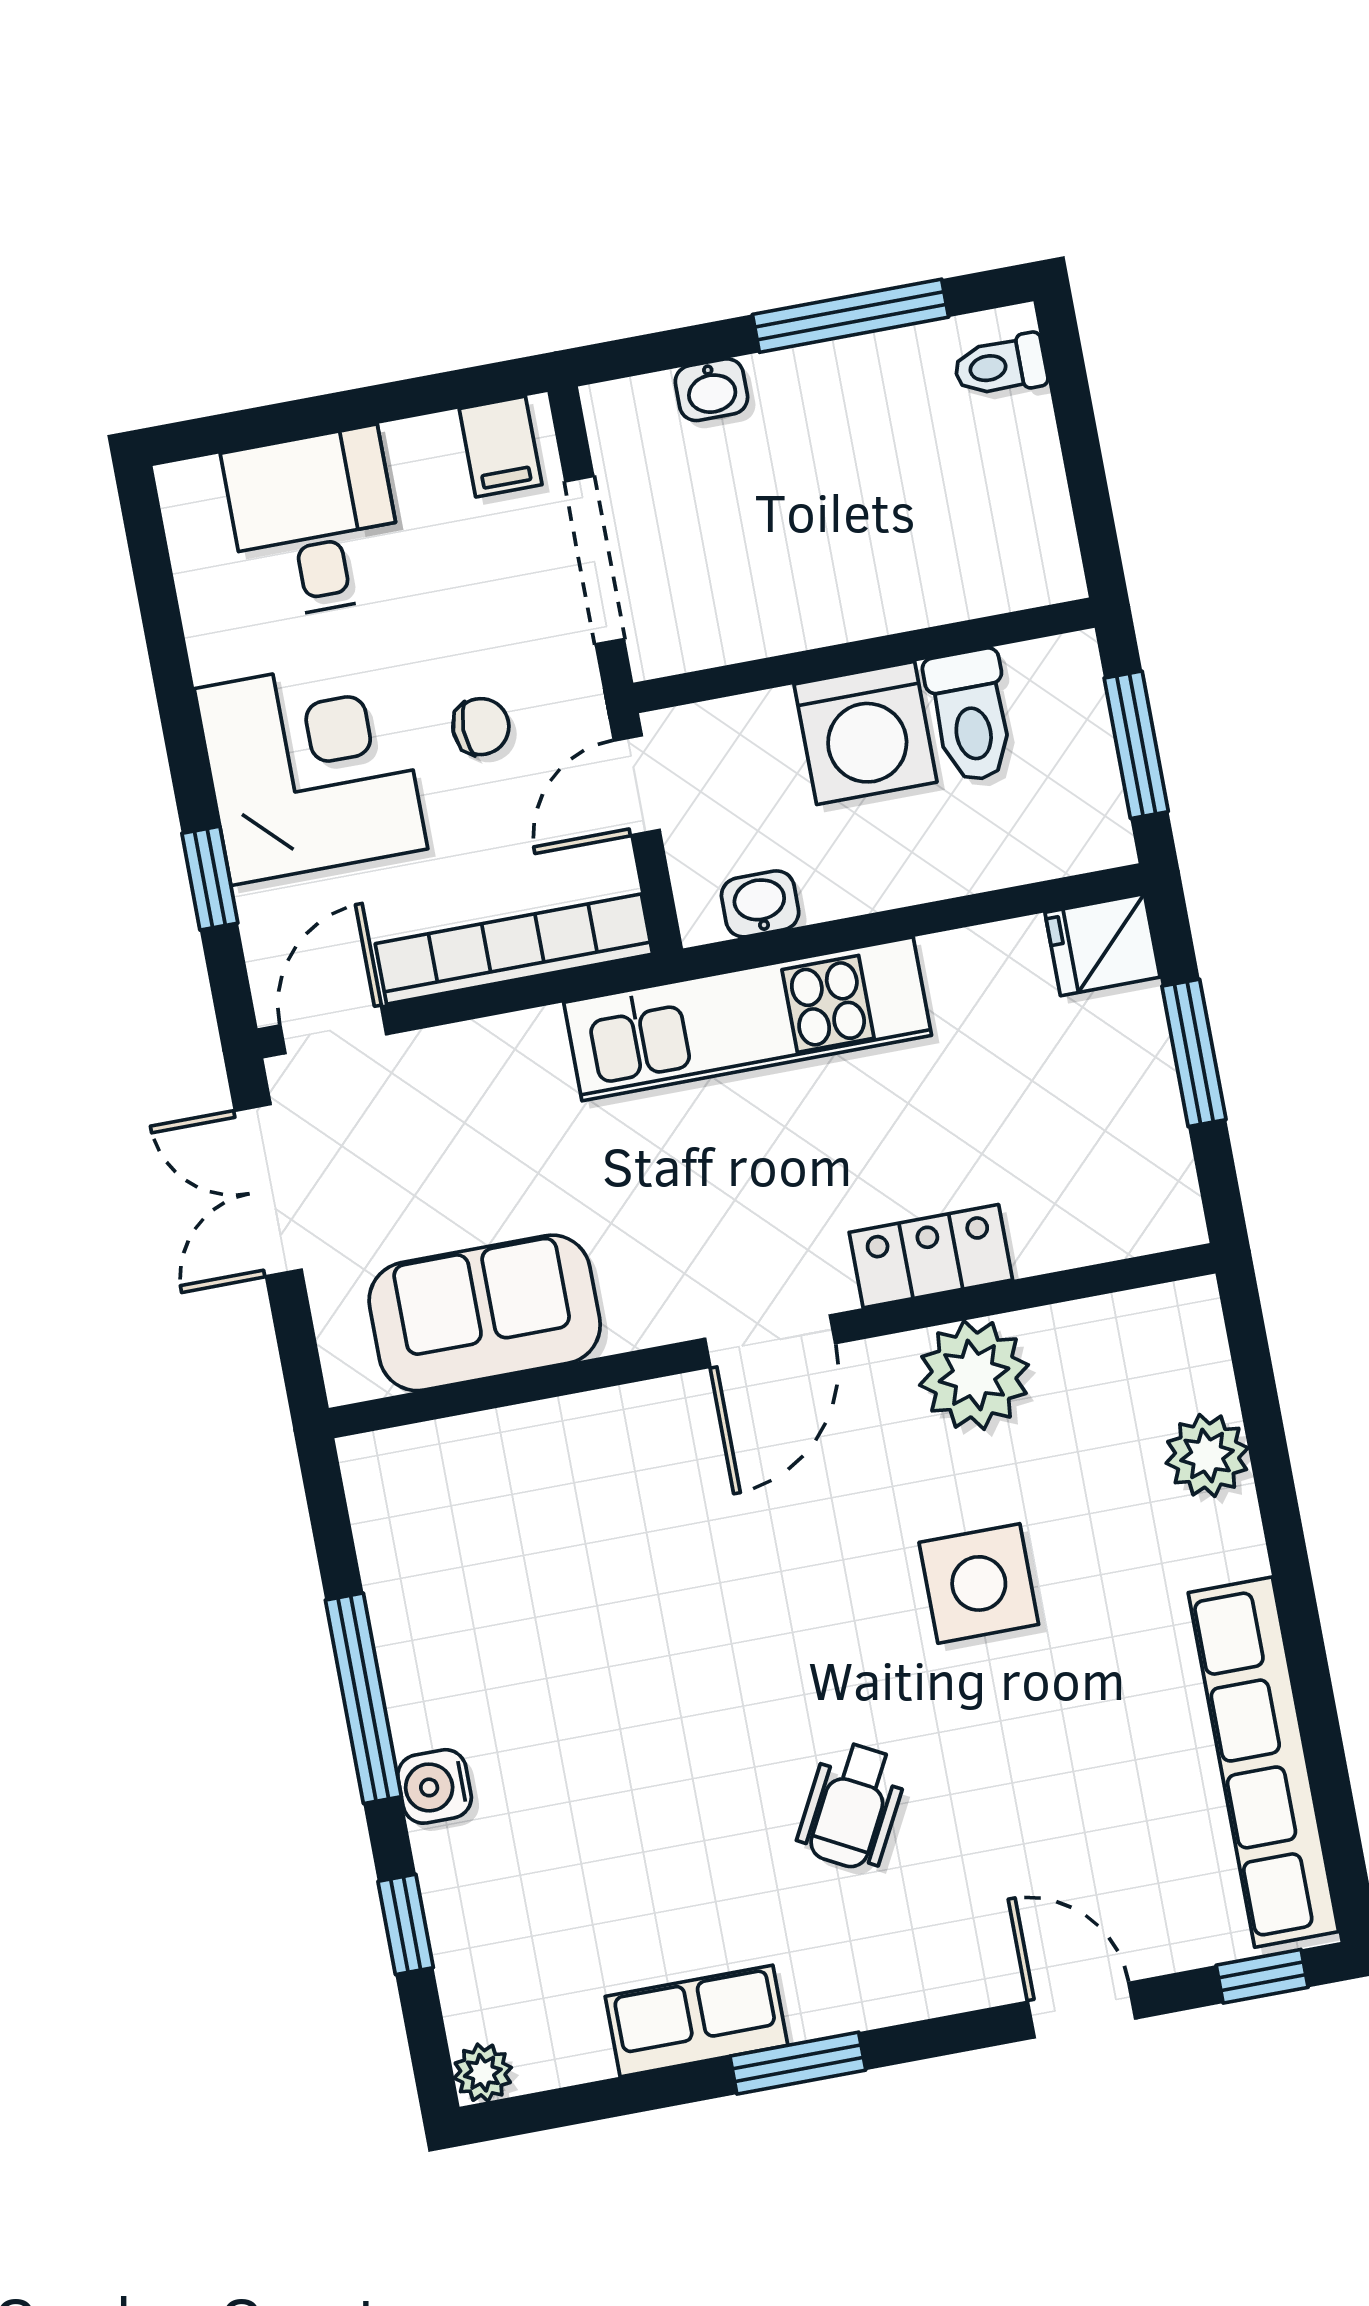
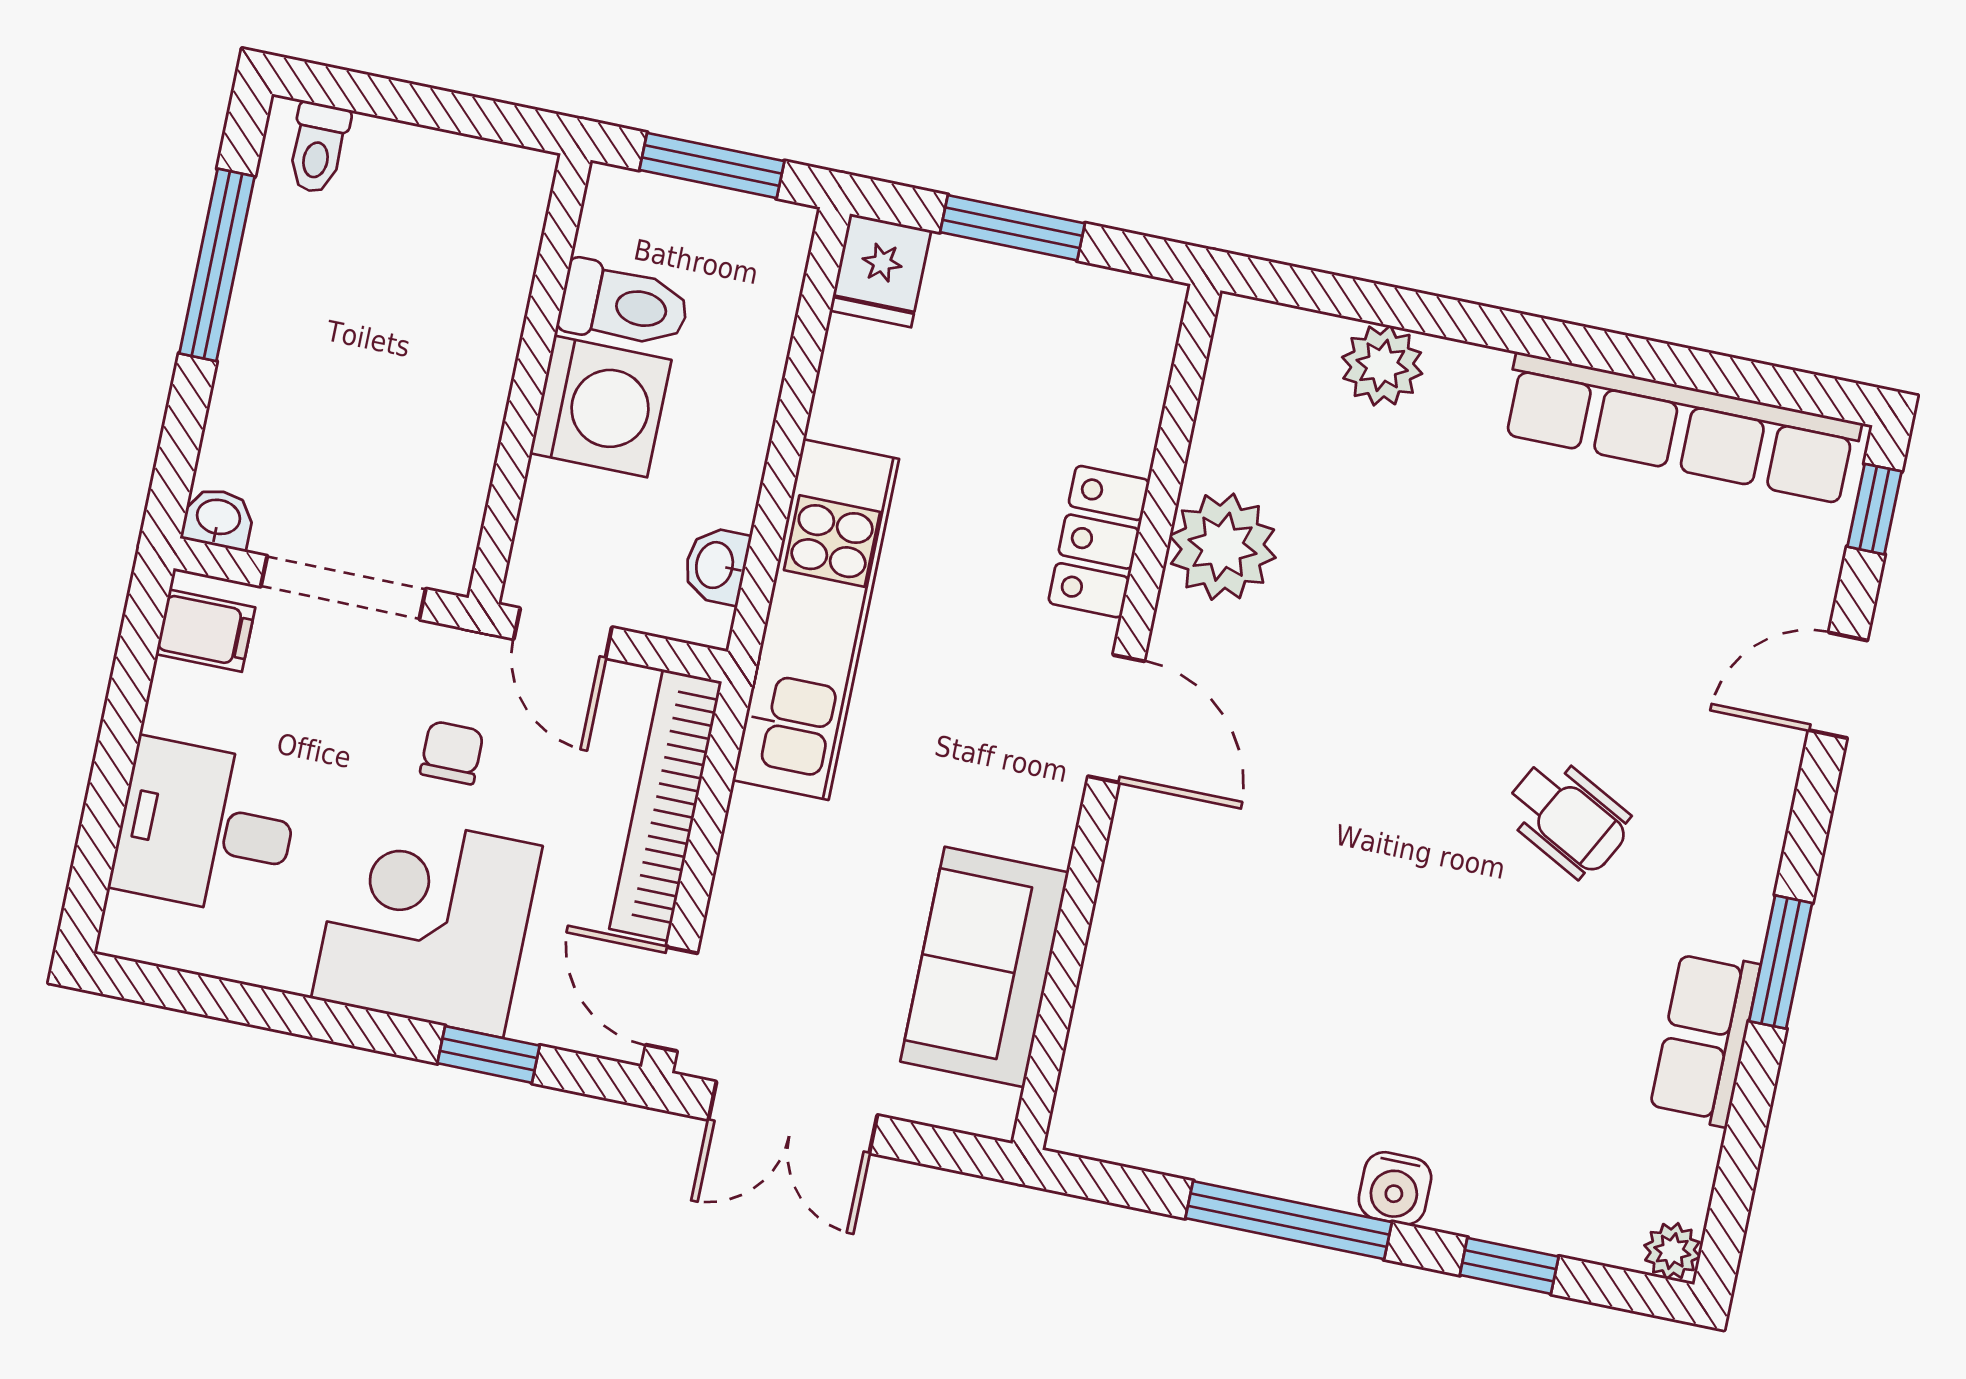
washbasin: (711, 390) -> (218, 518), moved, turned -90
side table: (979, 1583) -> (1413, 620), removed

